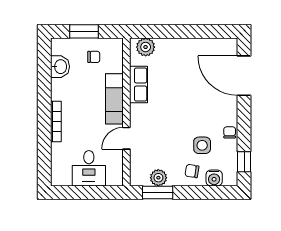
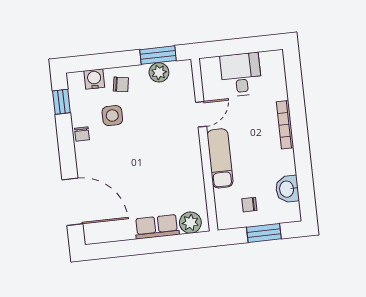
row of seats: (138, 84) -> (157, 227), moved, turned 90

